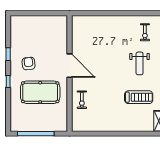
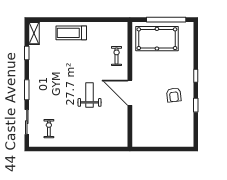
weight bench: (140, 63) -> (90, 95), moved
pool table: (40, 92) -> (157, 39), moved
treadmill: (139, 97) -> (71, 33), moved

